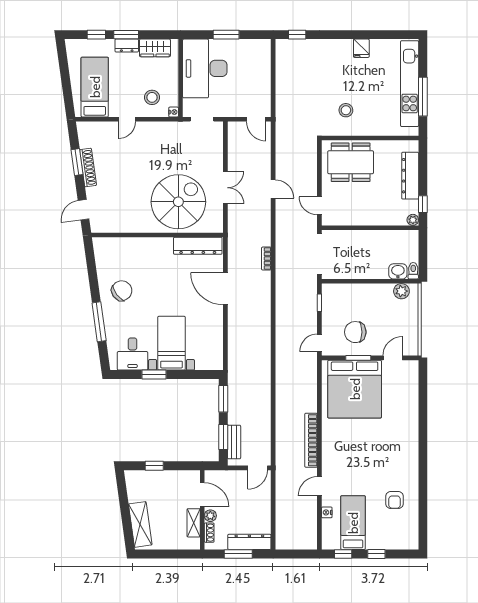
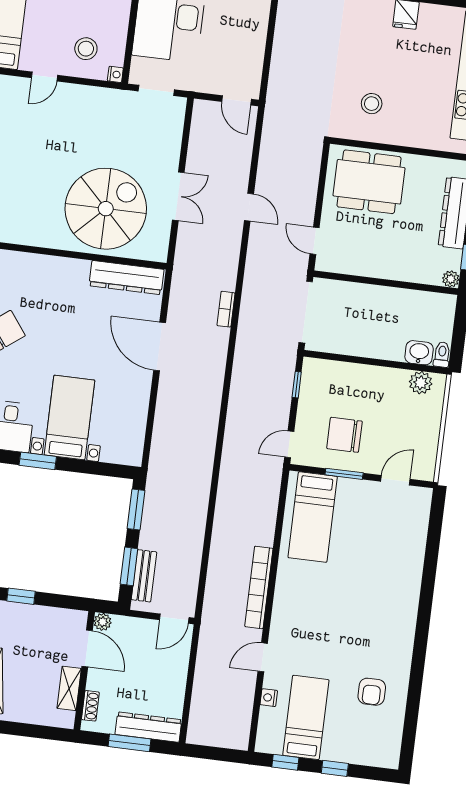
bed: (355, 389) -> (313, 517), width x0.49
plant: (210, 516) -> (103, 622), moved

